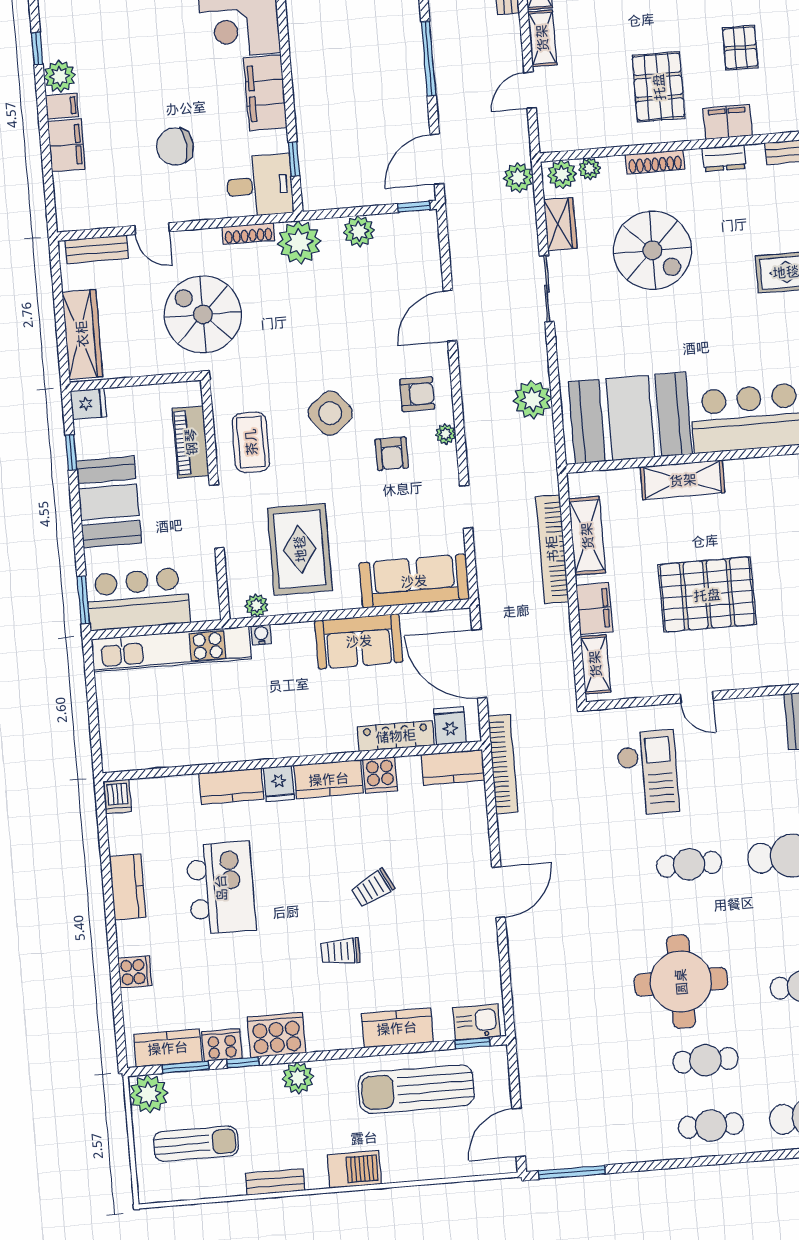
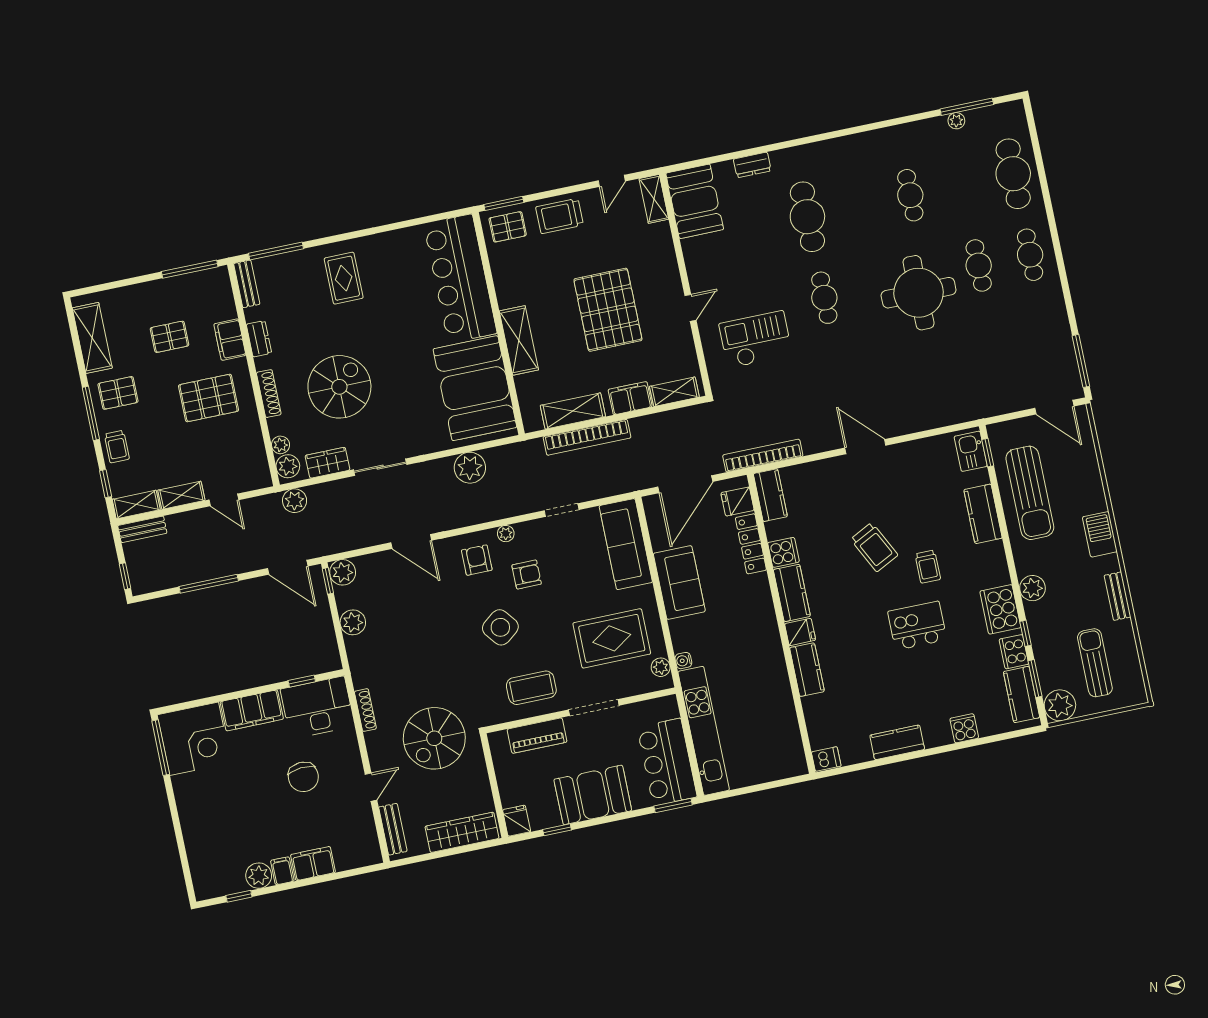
desk: (260, 185) -> (317, 708), width x1.37
plant: (299, 242) -> (343, 572), moved, width x0.73, depth x0.73
kitchen island: (221, 888) -> (917, 626), moved, width x0.73, depth x0.78
trolley: (373, 888) -> (874, 547), width x1.36, depth x1.39

